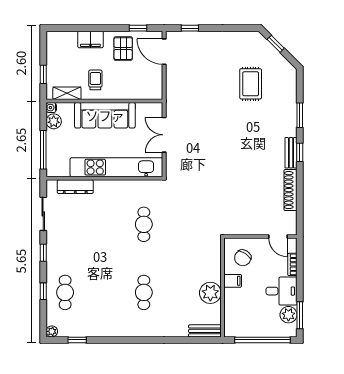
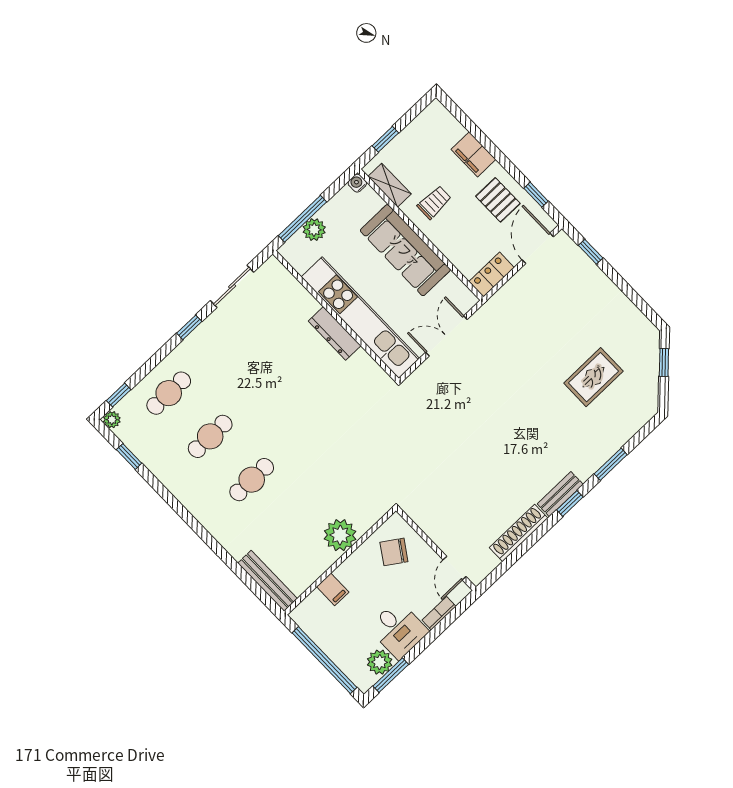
pallet: (123, 49) -> (498, 200), turned 90
locker: (156, 85) -> (492, 275), added
plant: (54, 121) -> (314, 230), moved
dresser: (75, 187) -> (335, 333), moved
cafe table: (144, 224) -> (210, 436), moved
filing cabinet: (233, 281) -> (333, 589), moved
window: (43, 291) -> (119, 395), moved
plant: (210, 293) -> (340, 535), moved
bench: (205, 331) -> (268, 581), width x1.36

